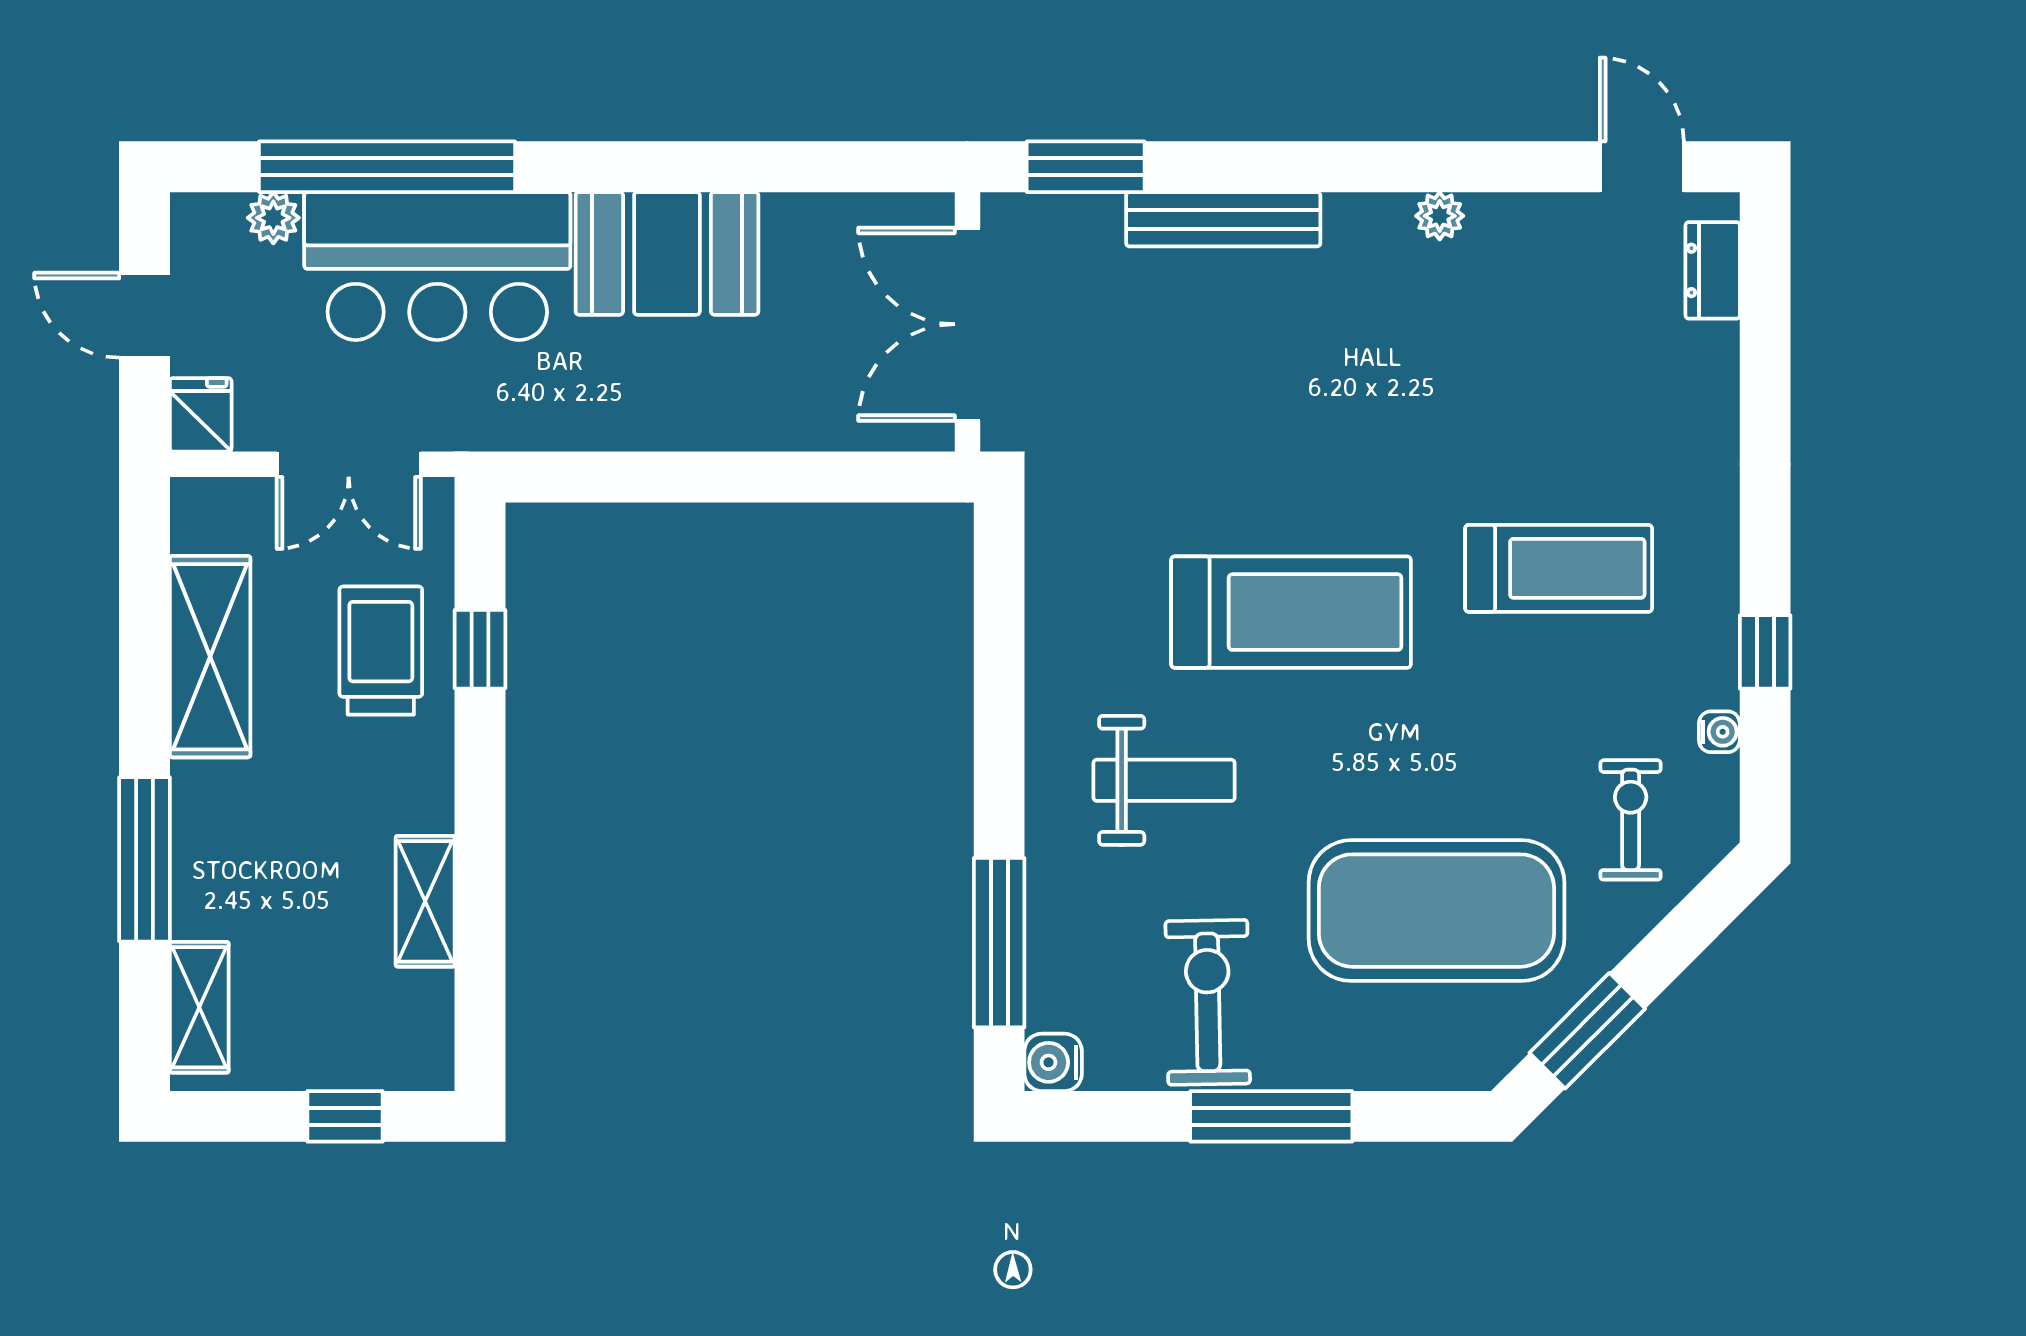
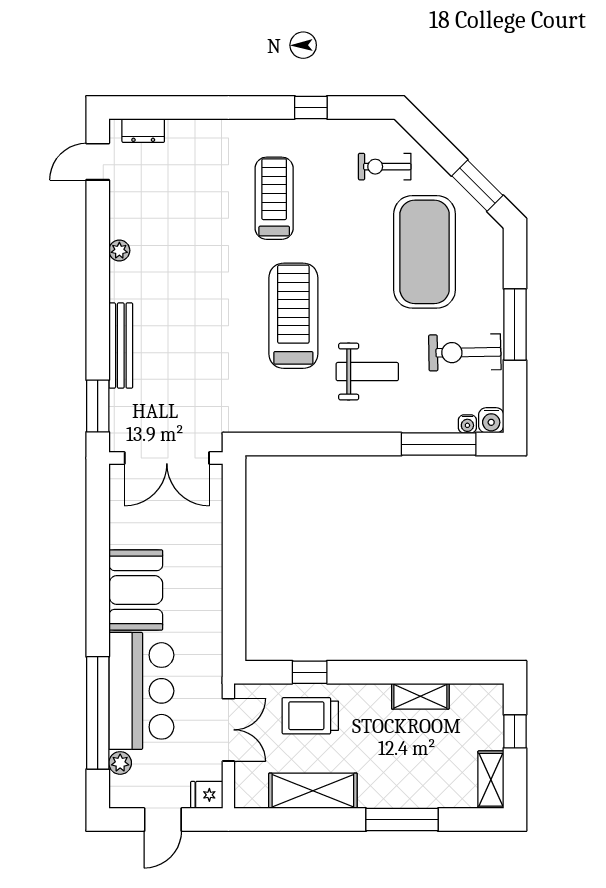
water cooler: (1719, 732) -> (467, 424), moved, turned 180
weight bench: (1164, 780) -> (367, 372), turned 90
shelving: (199, 1007) -> (491, 780), moved, turned 90

